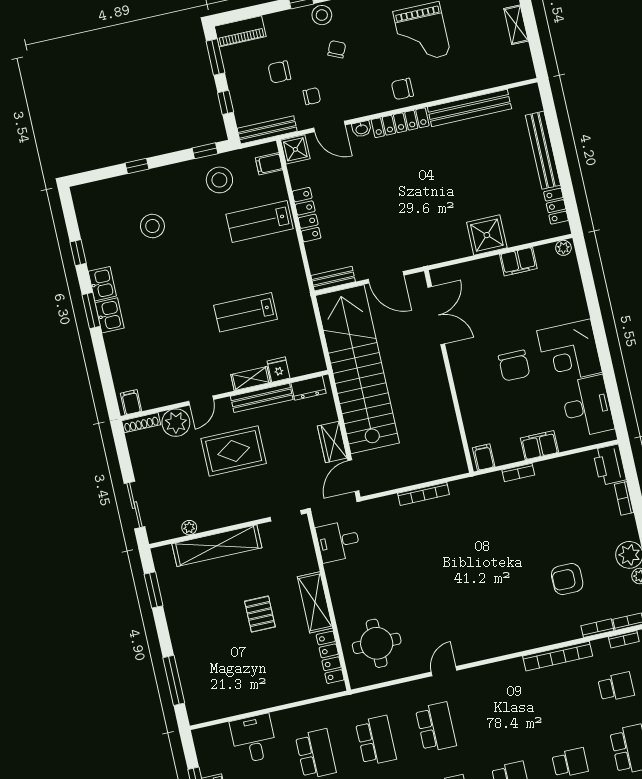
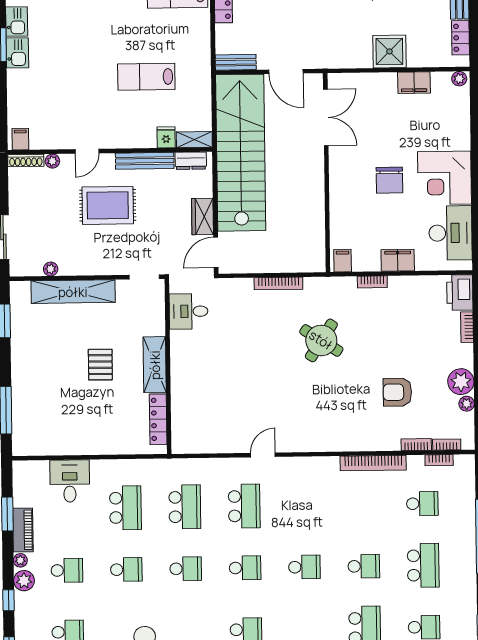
shelving: (251, 379) -> (194, 140), moved
plant: (176, 423) -> (52, 161), width x0.53, depth x0.53
round table: (377, 643) -> (321, 340), moved, turned 33

